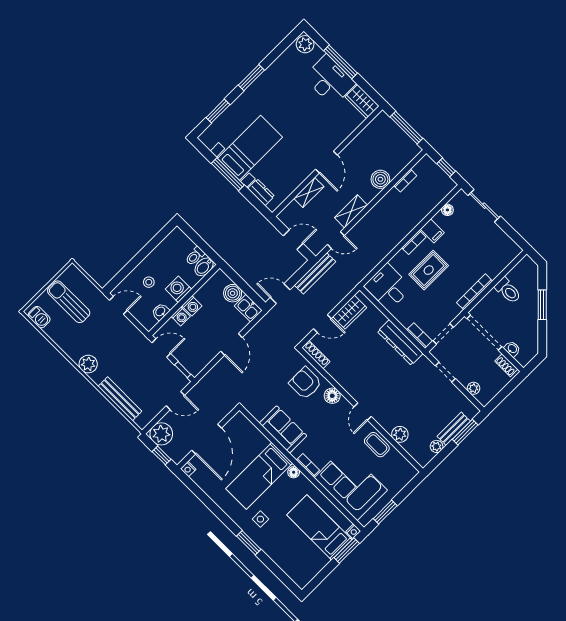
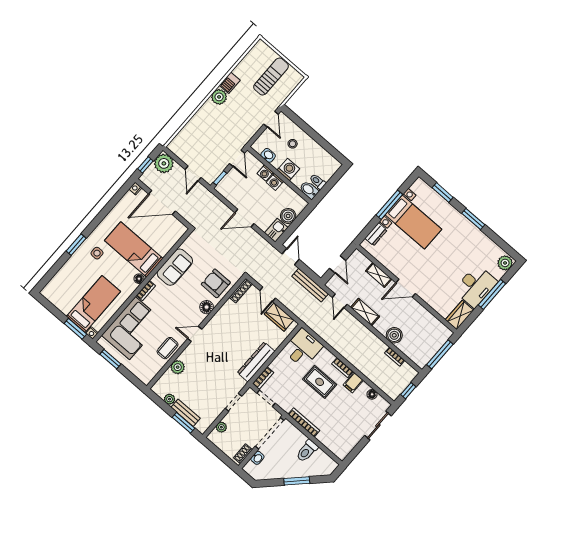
barbecue: (39, 317) -> (230, 83), moved
armchair: (305, 383) -> (216, 283), turned -90
bench: (120, 399) -> (191, 126), removed

